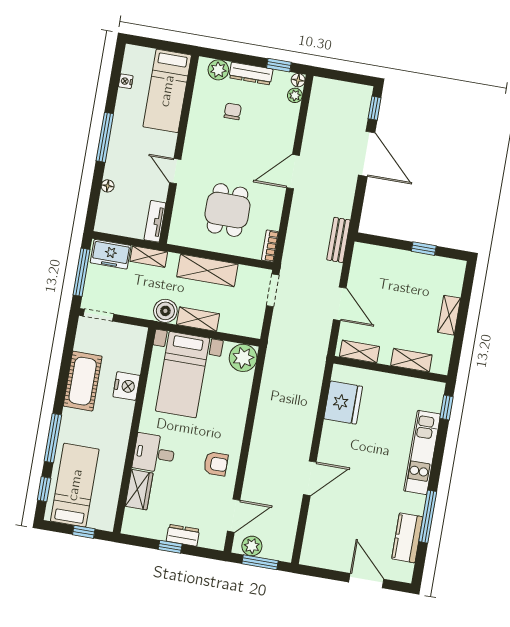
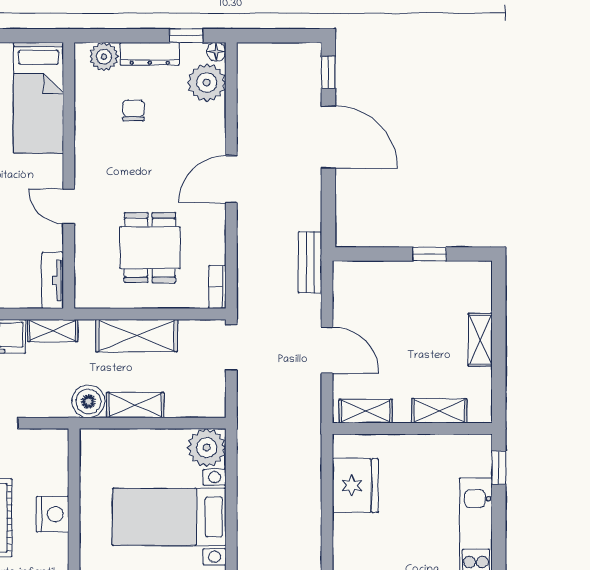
plant: (295, 95) -> (207, 83), width x1.88, depth x1.88
bed with nightstands: (183, 375) -> (169, 517), moved, turned 90

